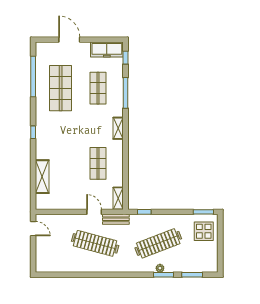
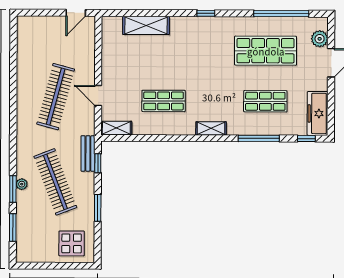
plant: (52, 48) -> (320, 39), added
door: (94, 212) -> (98, 95), swing flipped
window: (203, 212) -> (98, 208), moved
bench: (116, 219) -> (88, 153), moved

